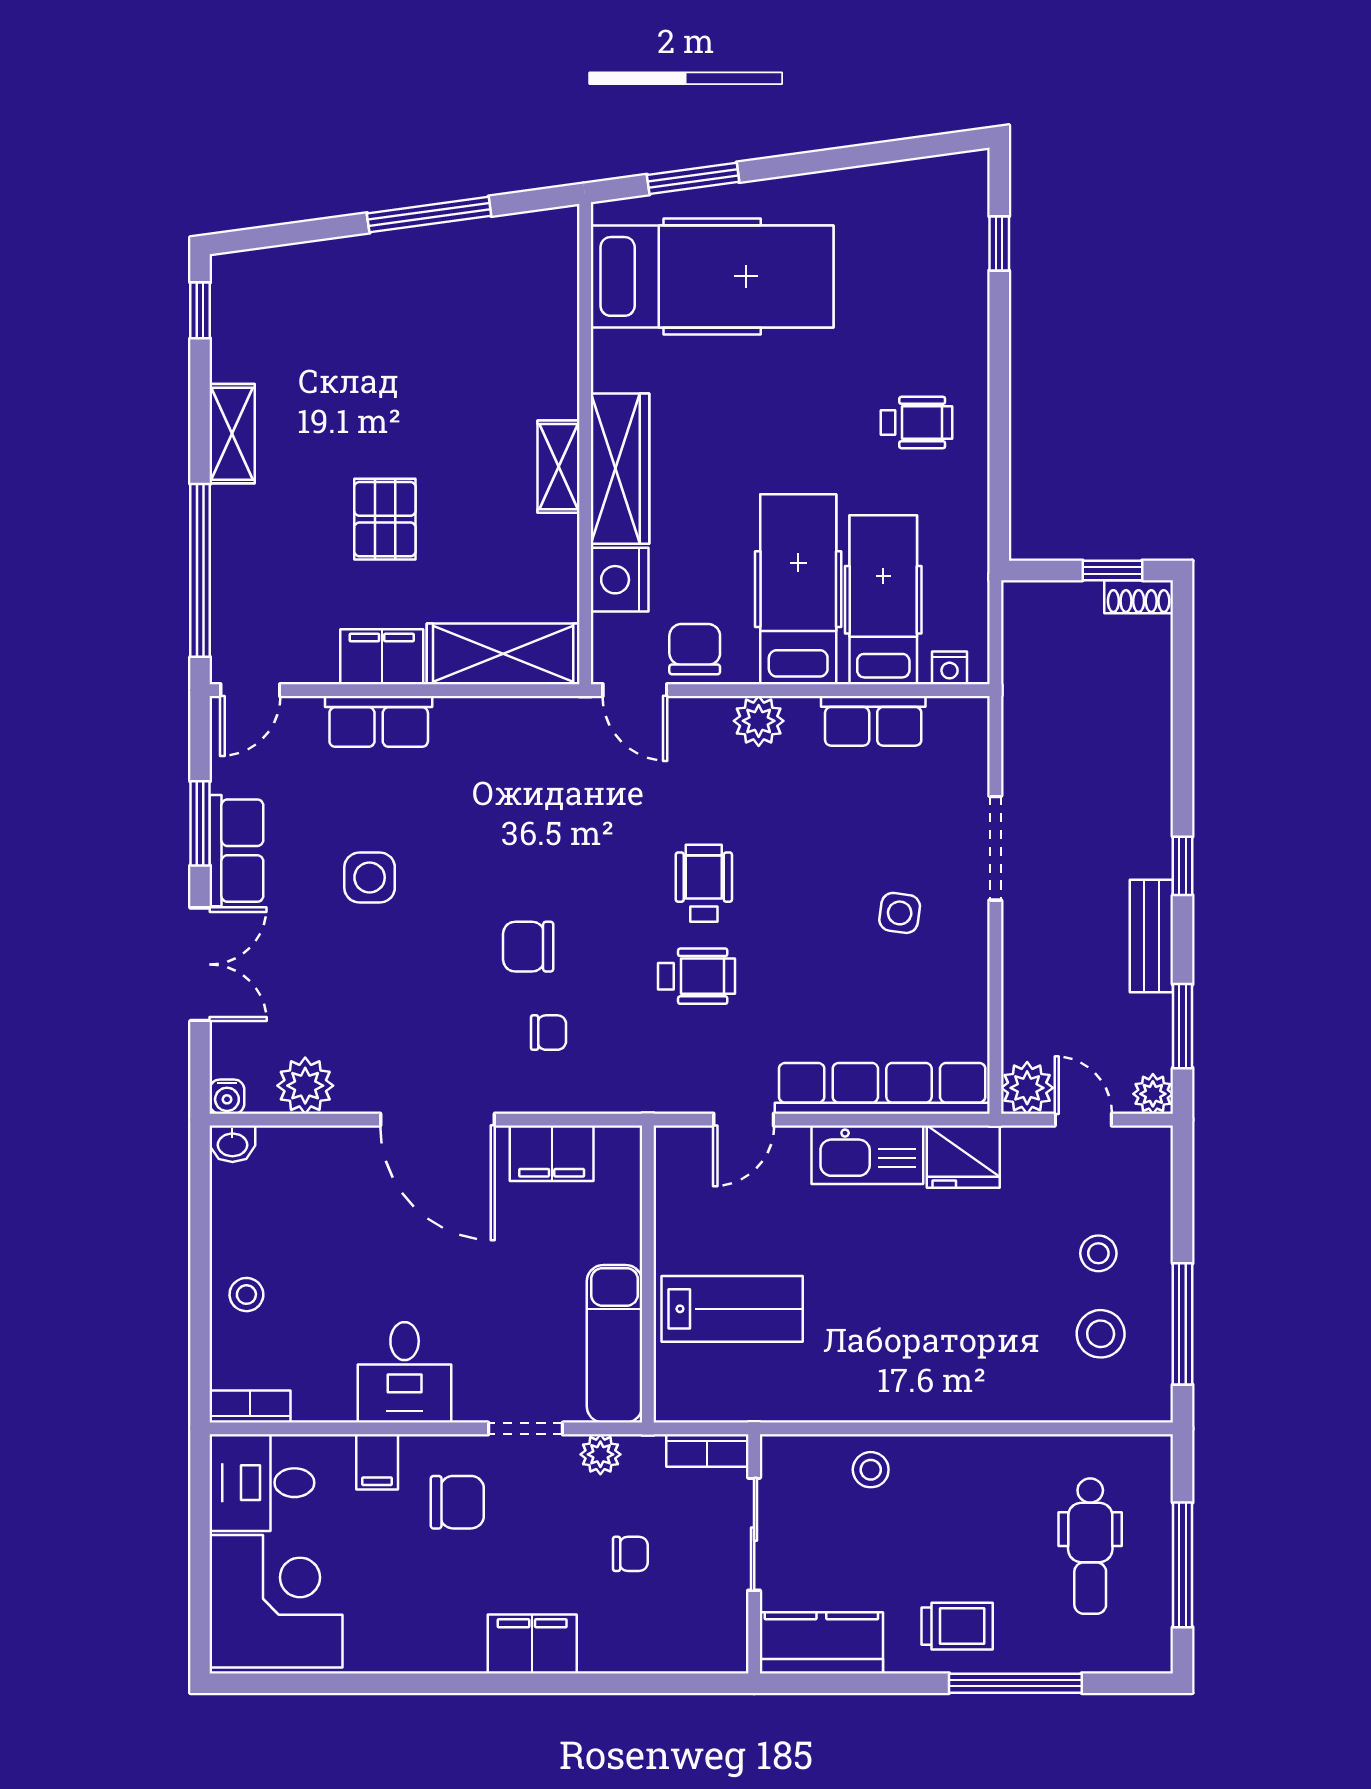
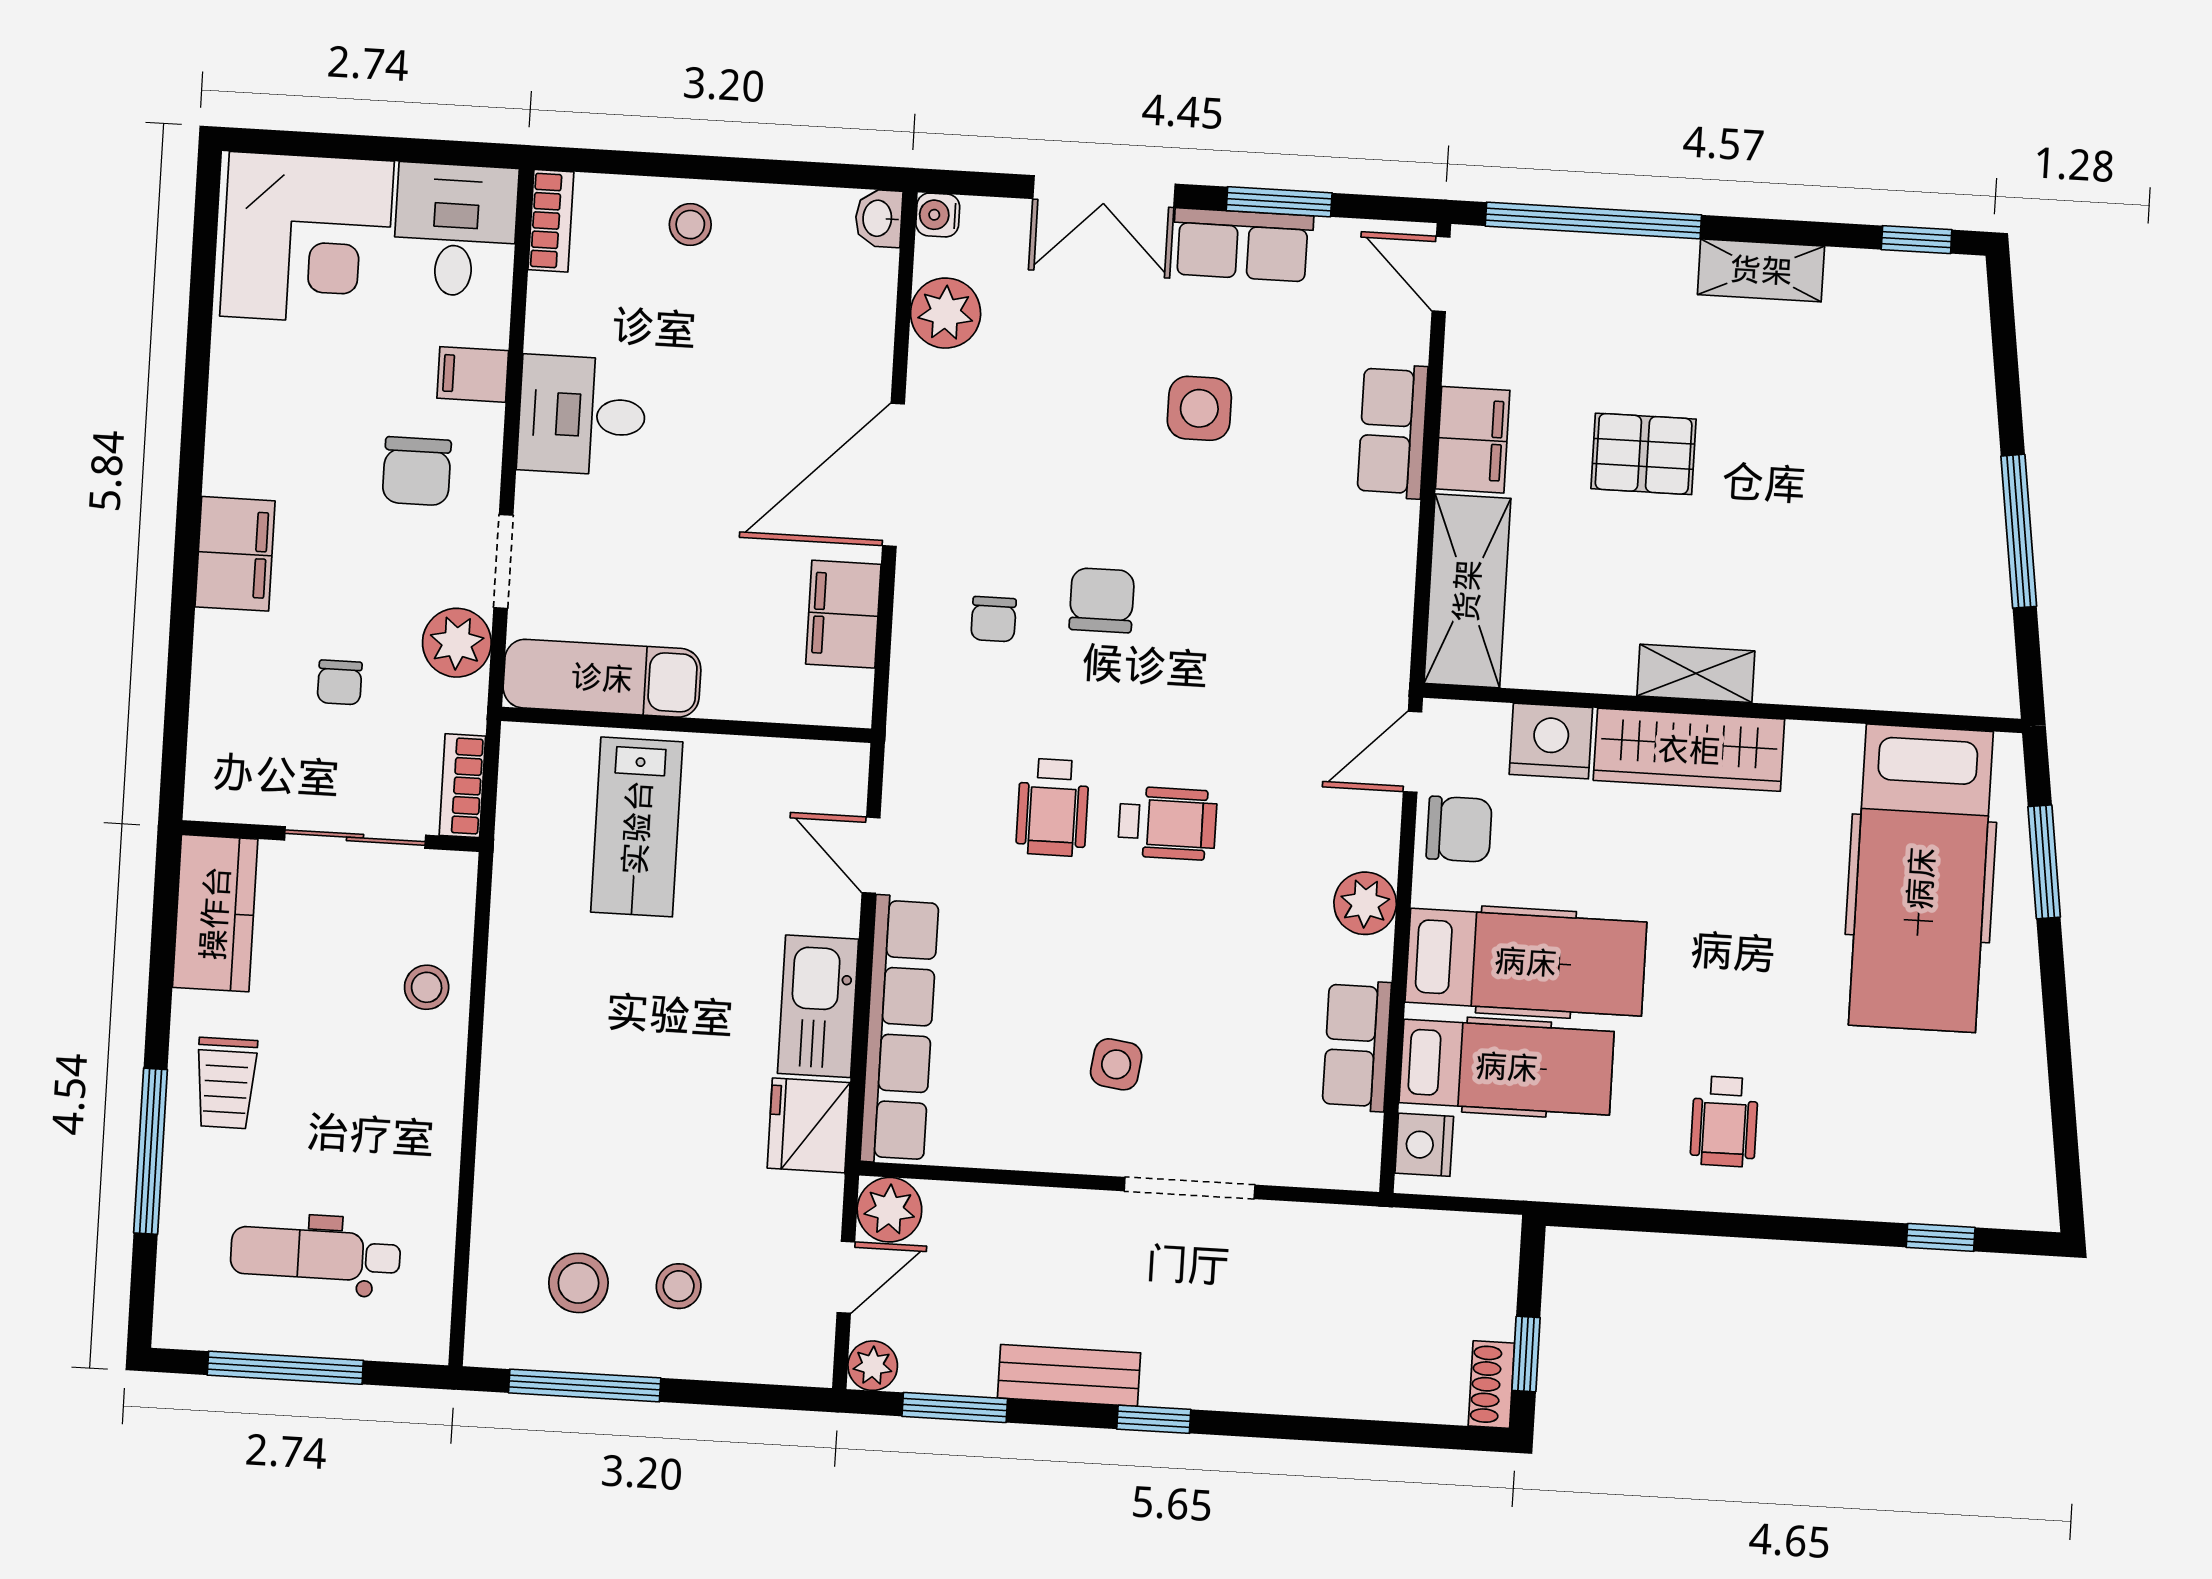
nightstand: (950, 668) -> (1424, 1145), width x1.39, depth x1.35
plant: (600, 1454) -> (457, 643), width x1.38, depth x1.38

